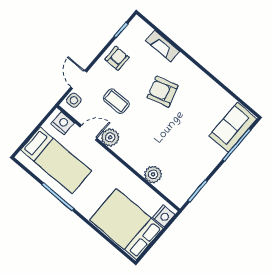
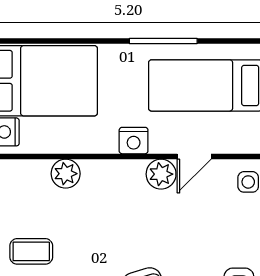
coffee table: (116, 101) -> (31, 251), moved
nightstand: (63, 123) -> (134, 141), moved

